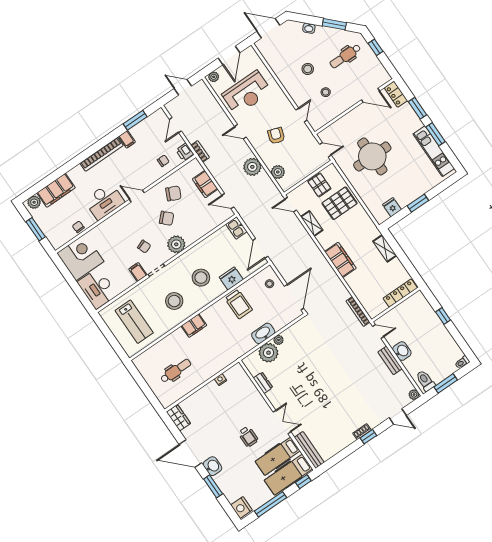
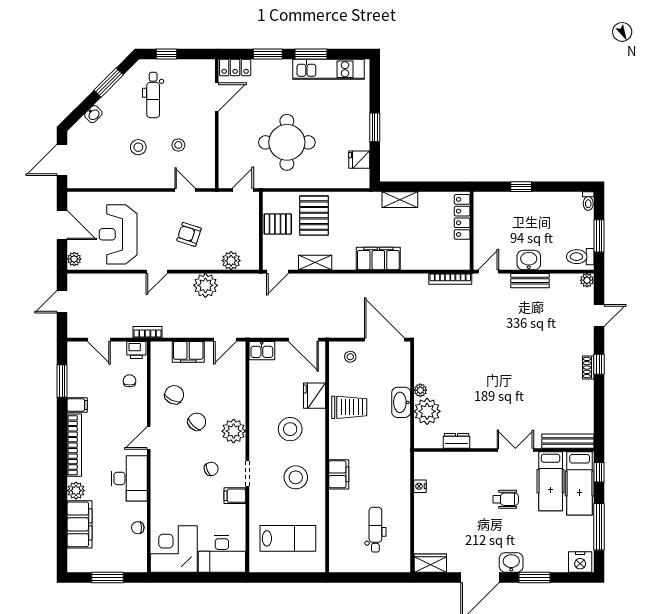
reception desk: (247, 93) -> (118, 234), turned 180
plant: (34, 202) -> (76, 491), moved

